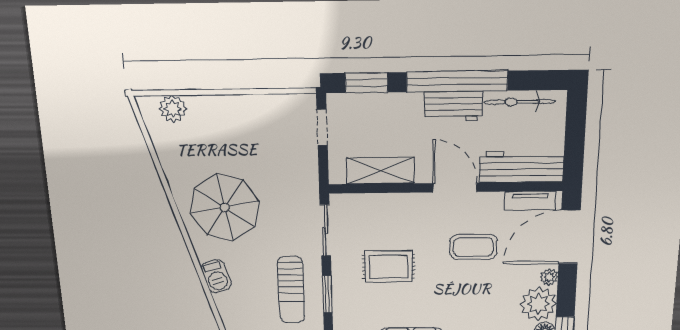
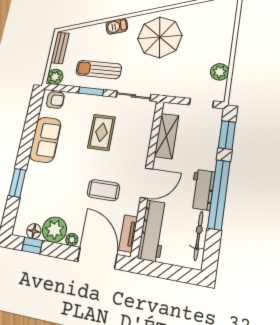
plant: (173, 109) -> (220, 72), moved
coffee table: (473, 247) -> (103, 190), turned 90

